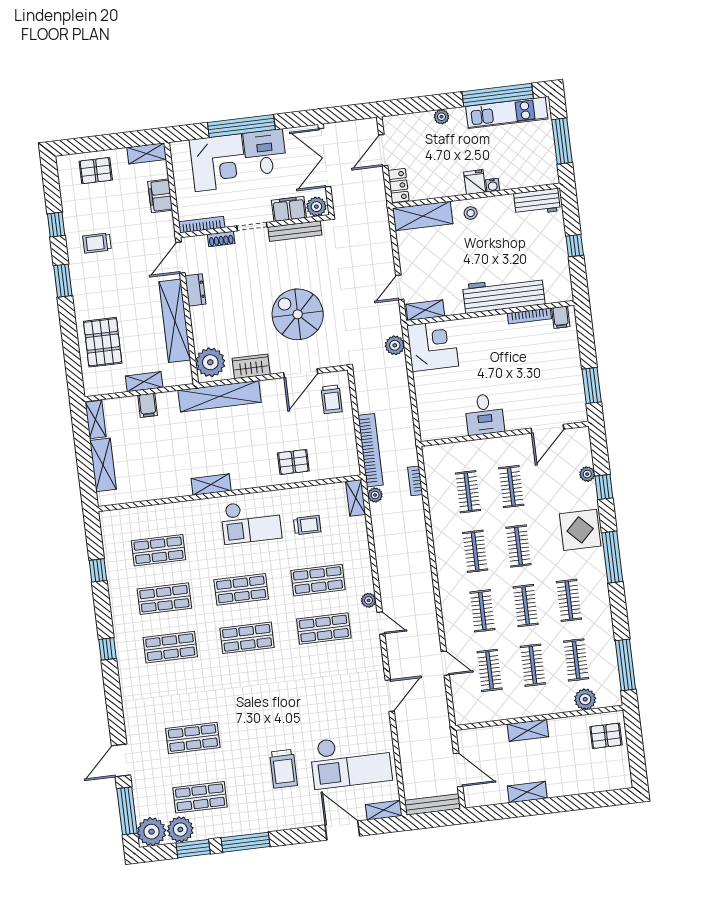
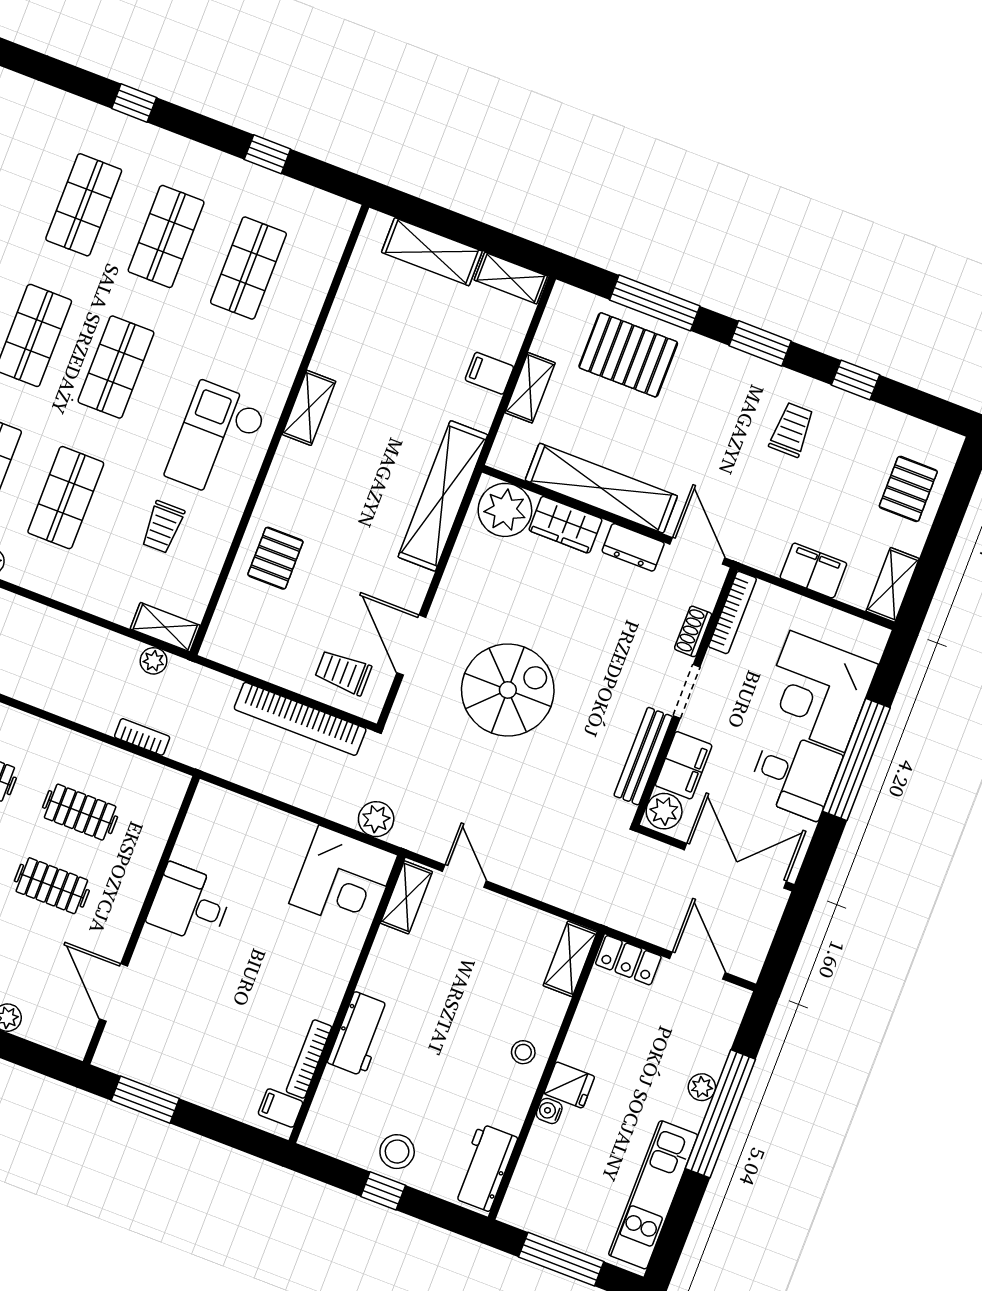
window: (498, 95) -> (720, 1114), moved
shelving: (423, 216) -> (570, 959), width x0.67, depth x0.75
stool: (552, 249) -> (397, 1152), added
workbench: (504, 294) -> (359, 1034), width x0.53, depth x0.76
window: (70, 343) -> (655, 303), added
wardrobe: (251, 366) -> (565, 525), moved, turned 90
bookcase: (371, 450) -> (300, 719), moved

